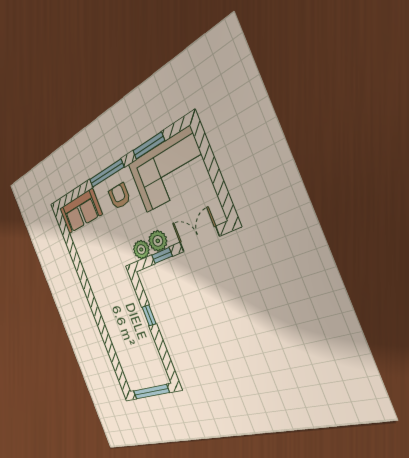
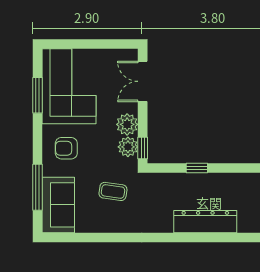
window: (106, 173) -> (37, 187), moved
coffee table: (106, 251) -> (113, 191), added
window: (162, 256) -> (143, 148), moved
dresser: (116, 334) -> (205, 222), added

